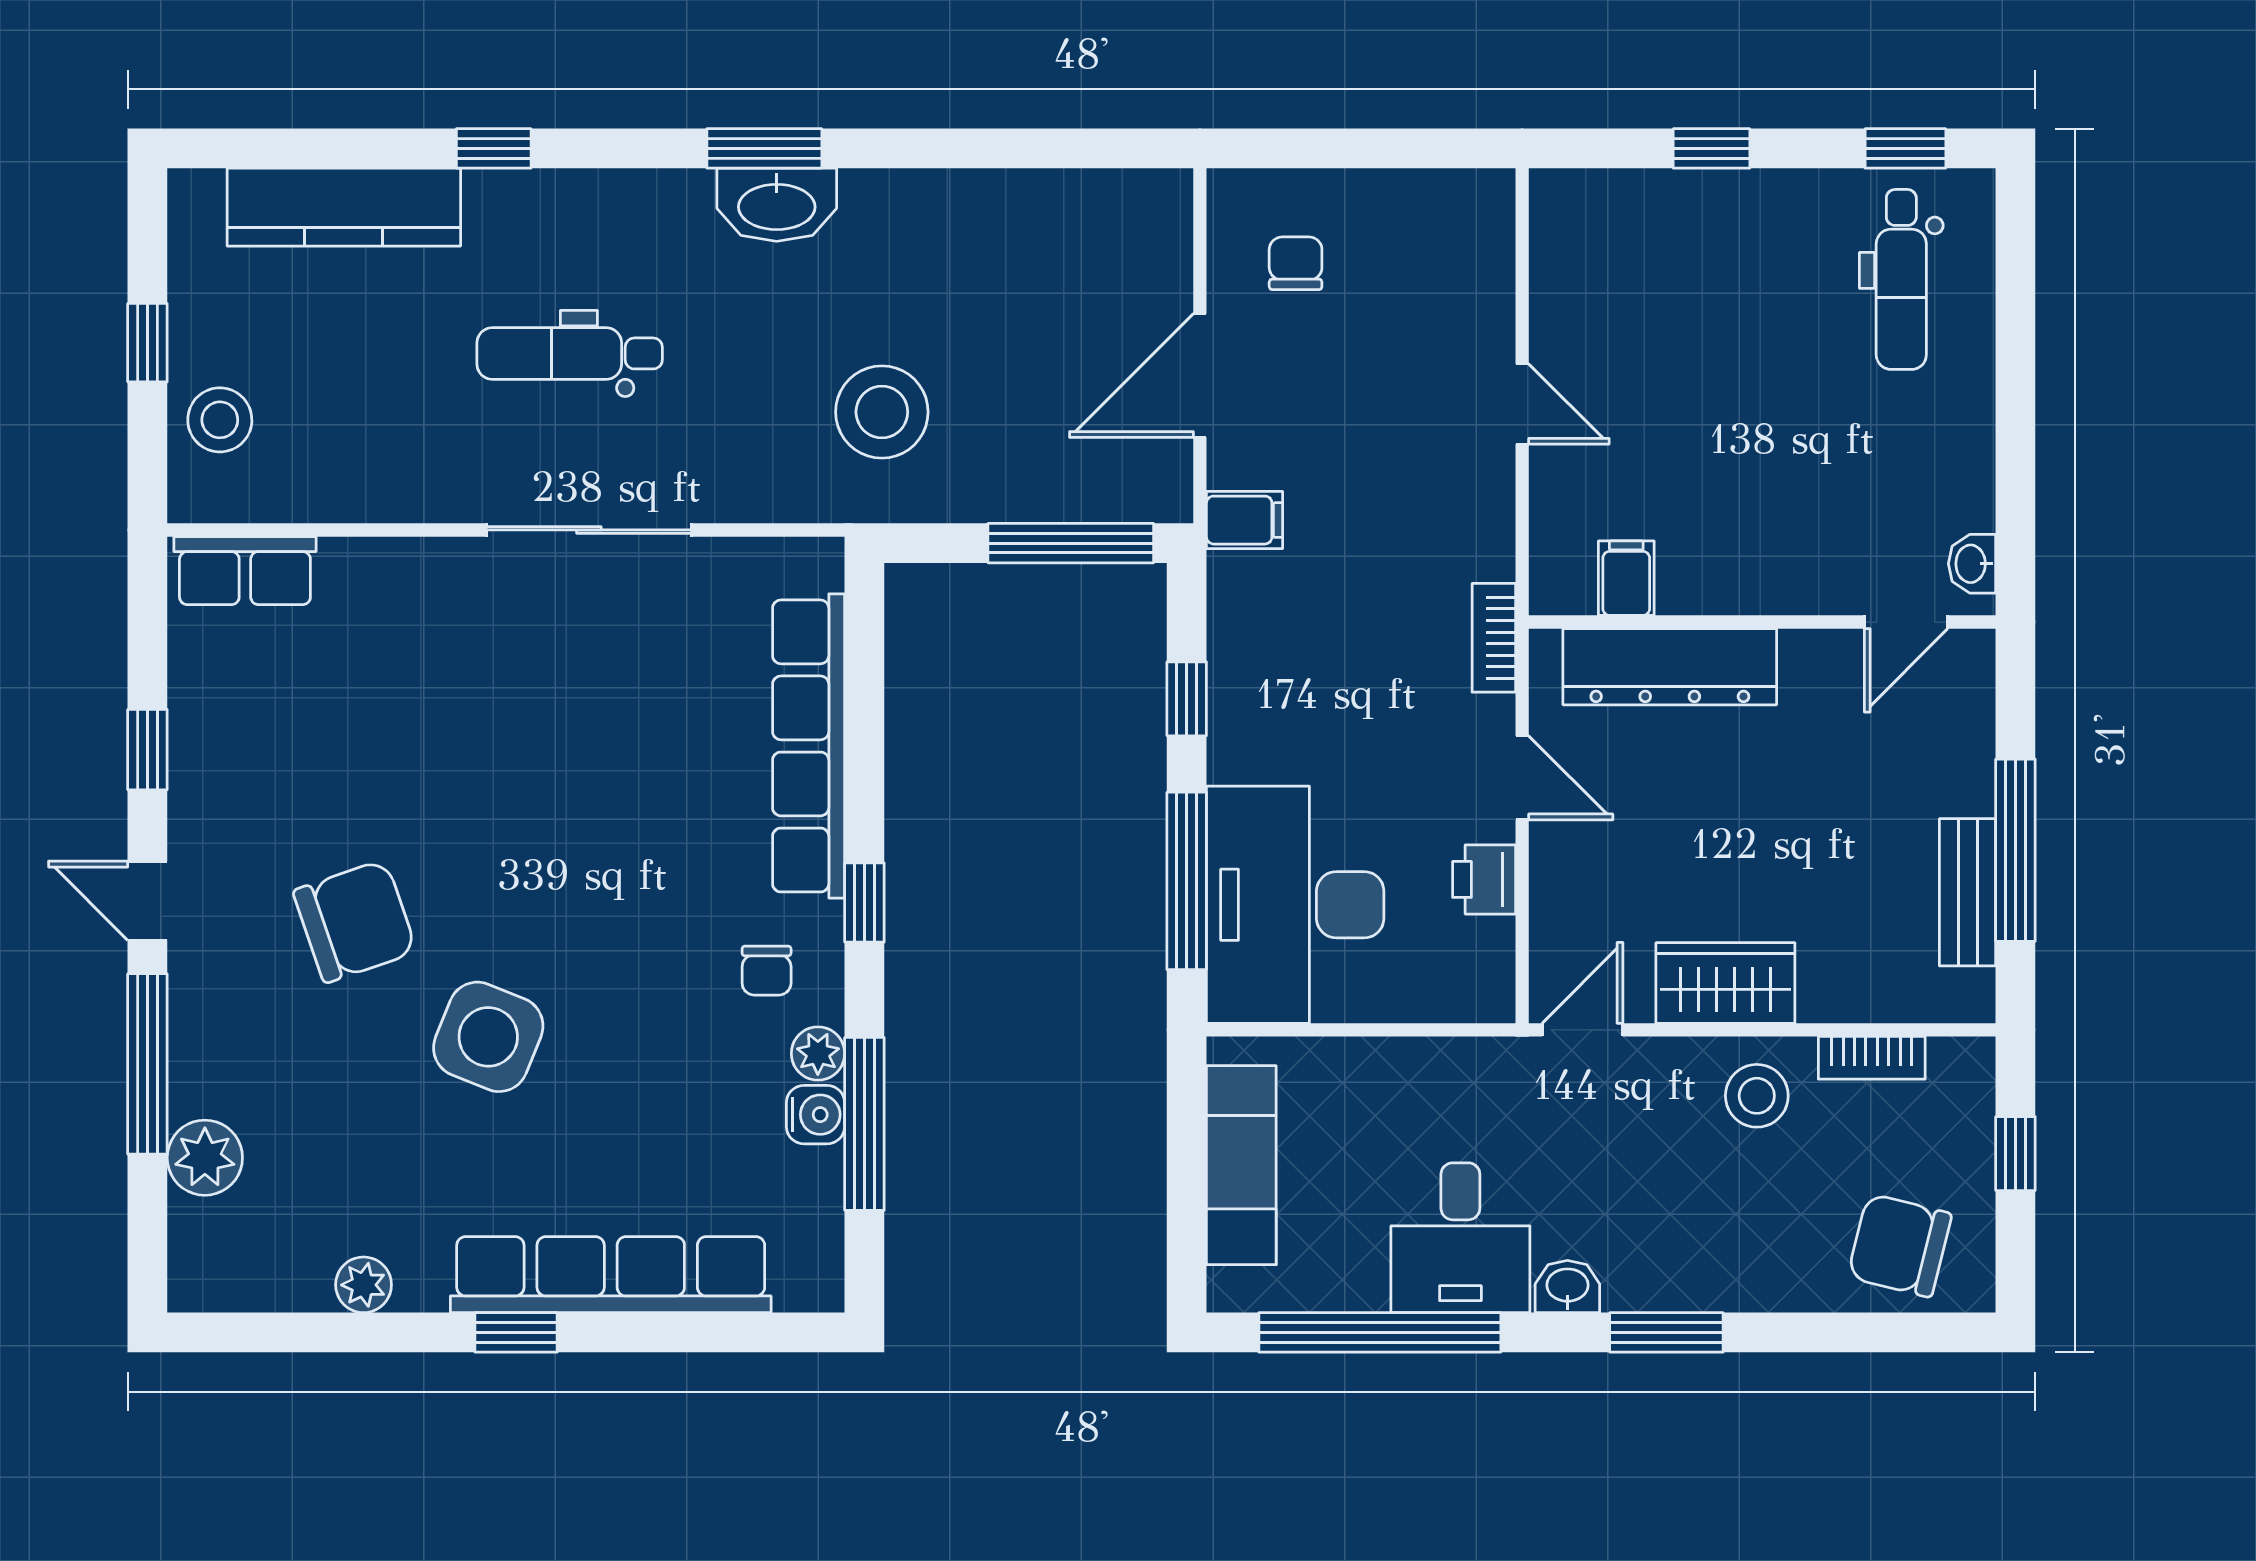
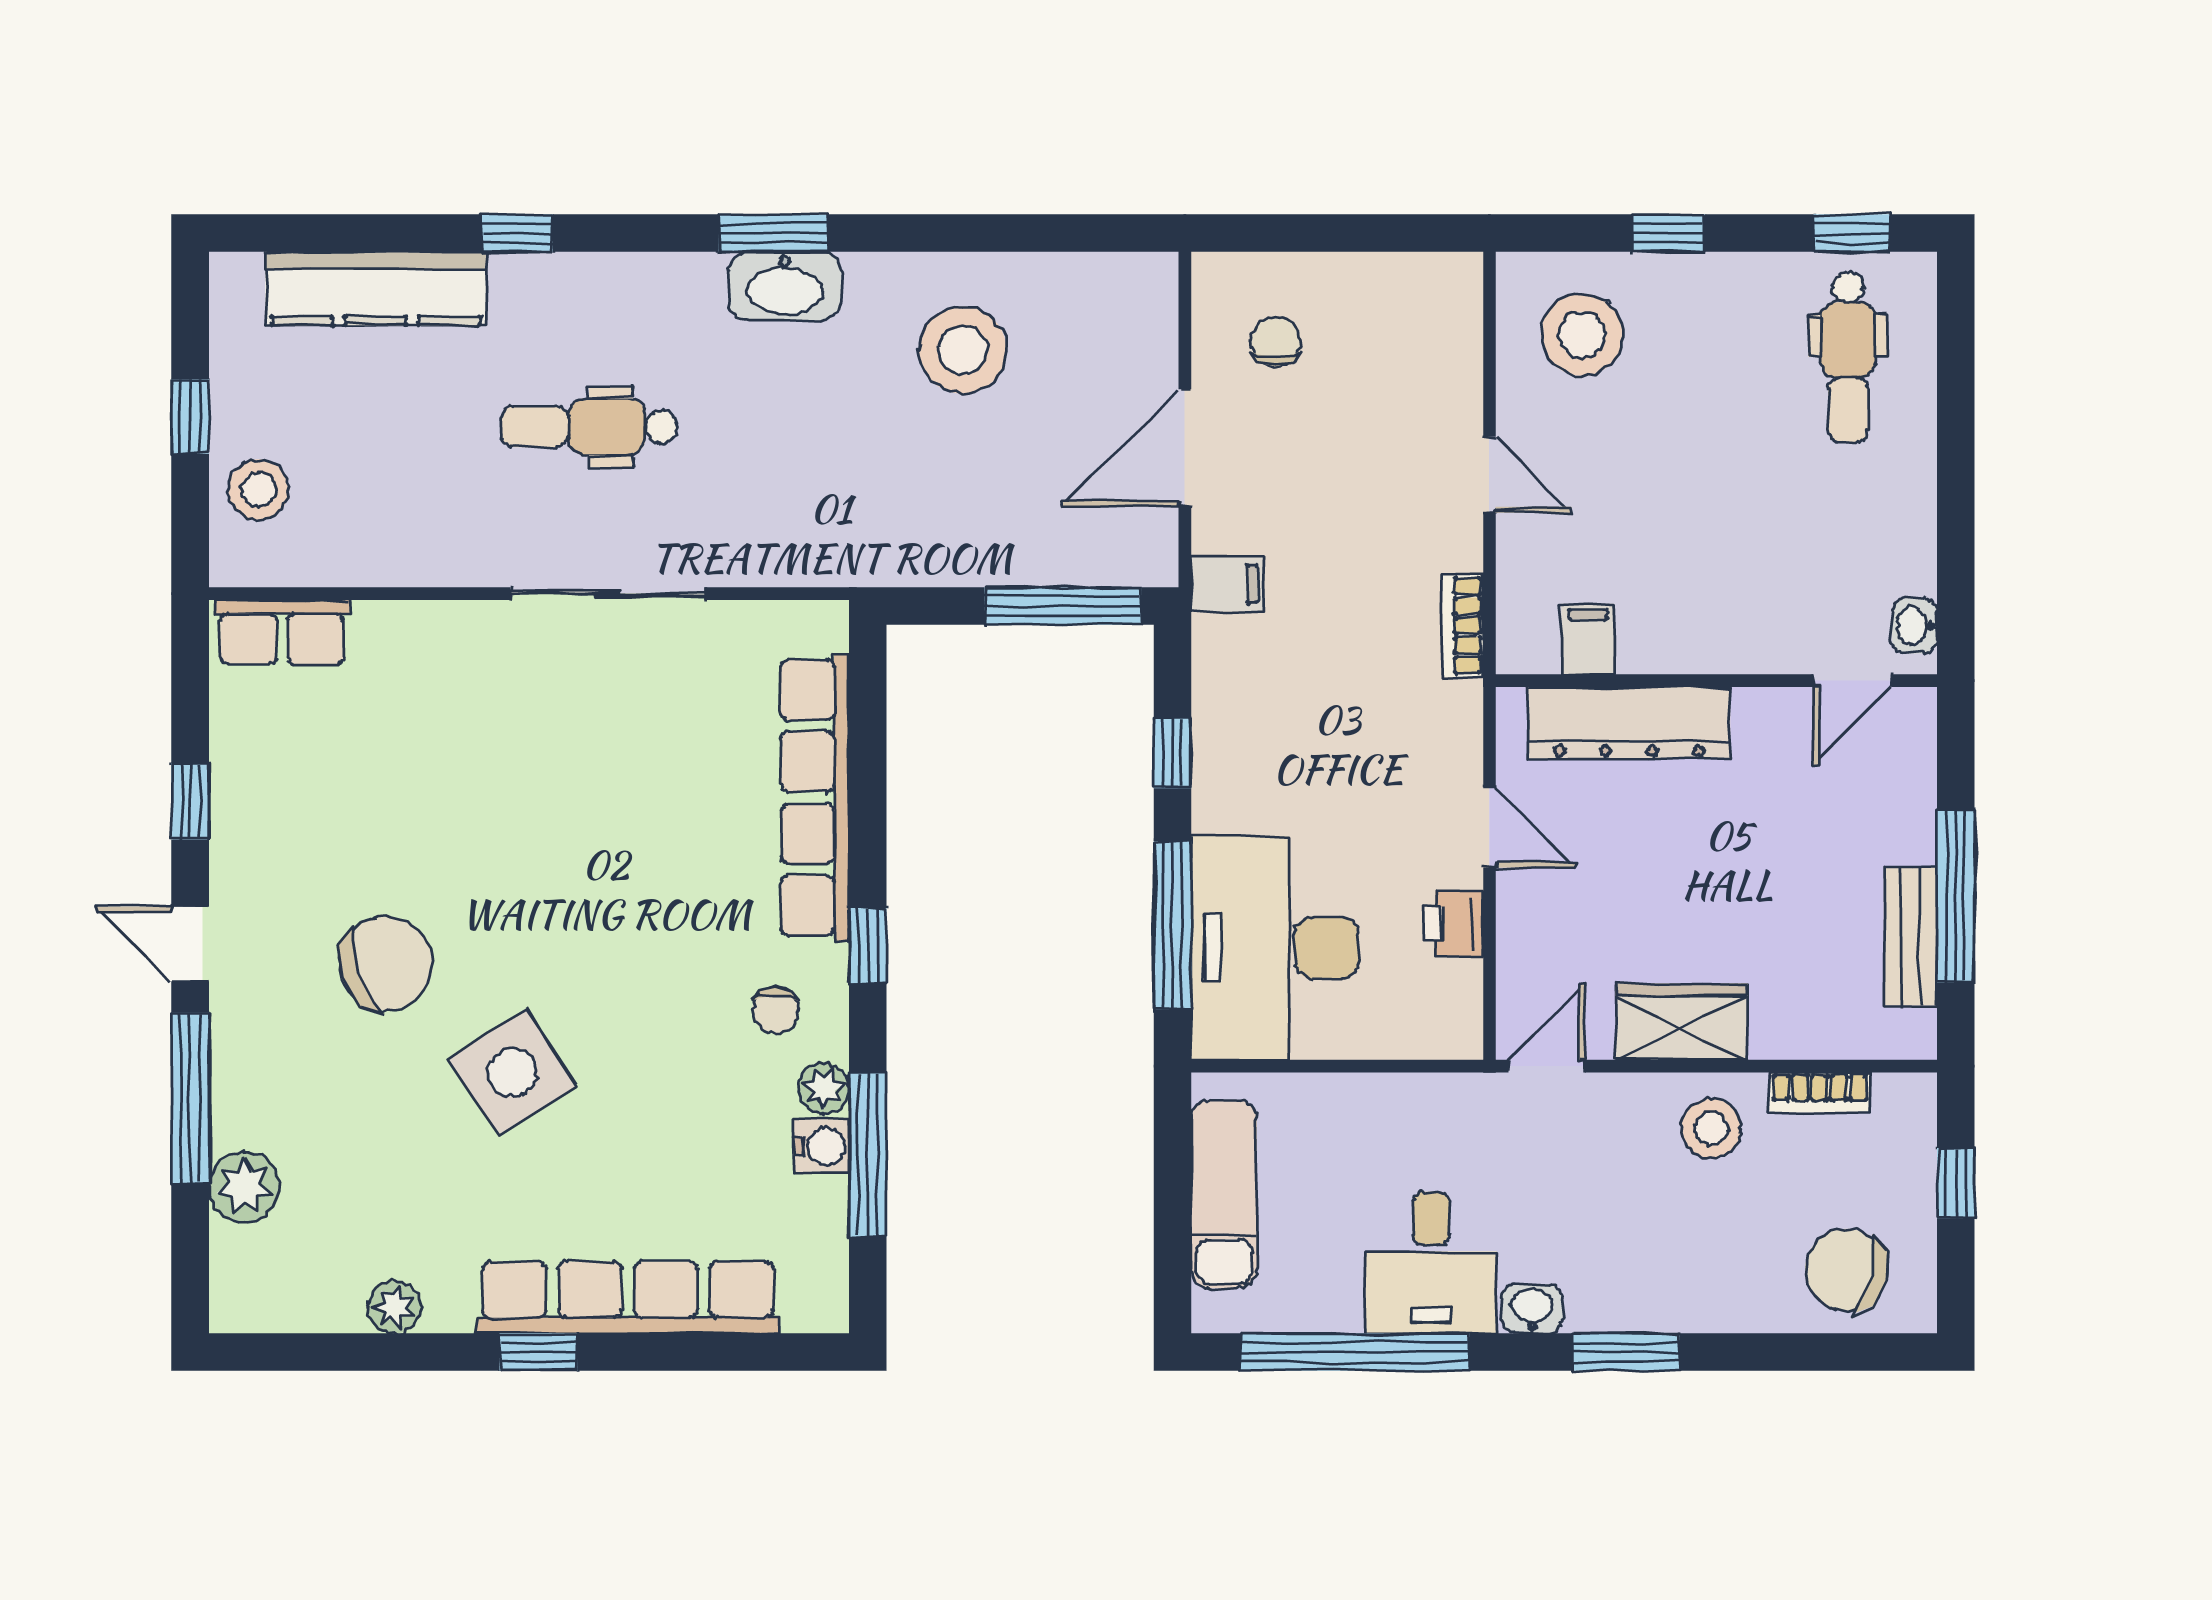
stool: (1620, 256) -> (1582, 335), added
stool: (882, 412) -> (963, 350), moved
bookcase: (1494, 638) -> (1463, 626), moved
side table: (488, 1037) -> (512, 1073), turned 35

